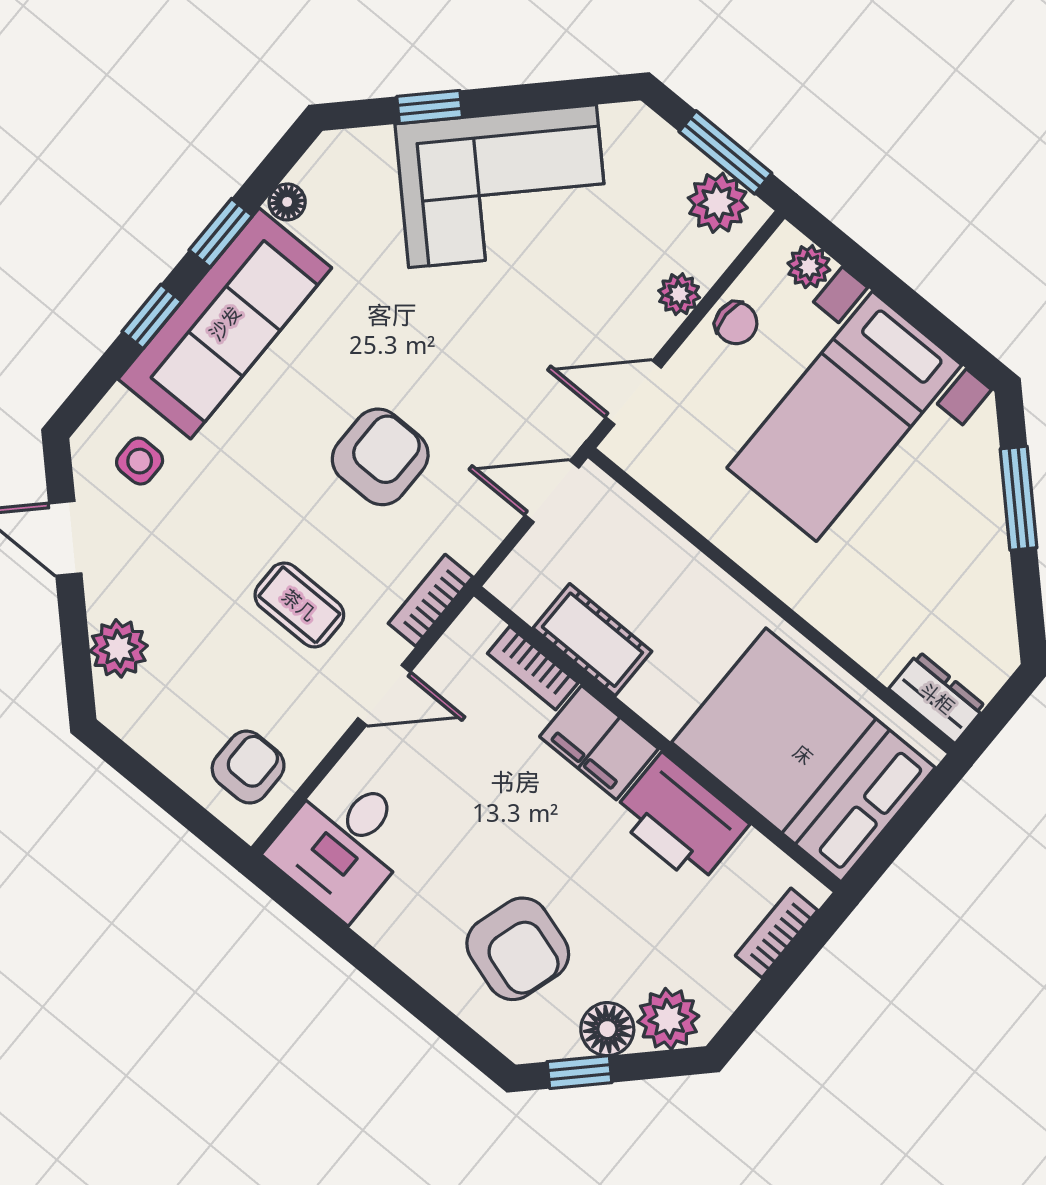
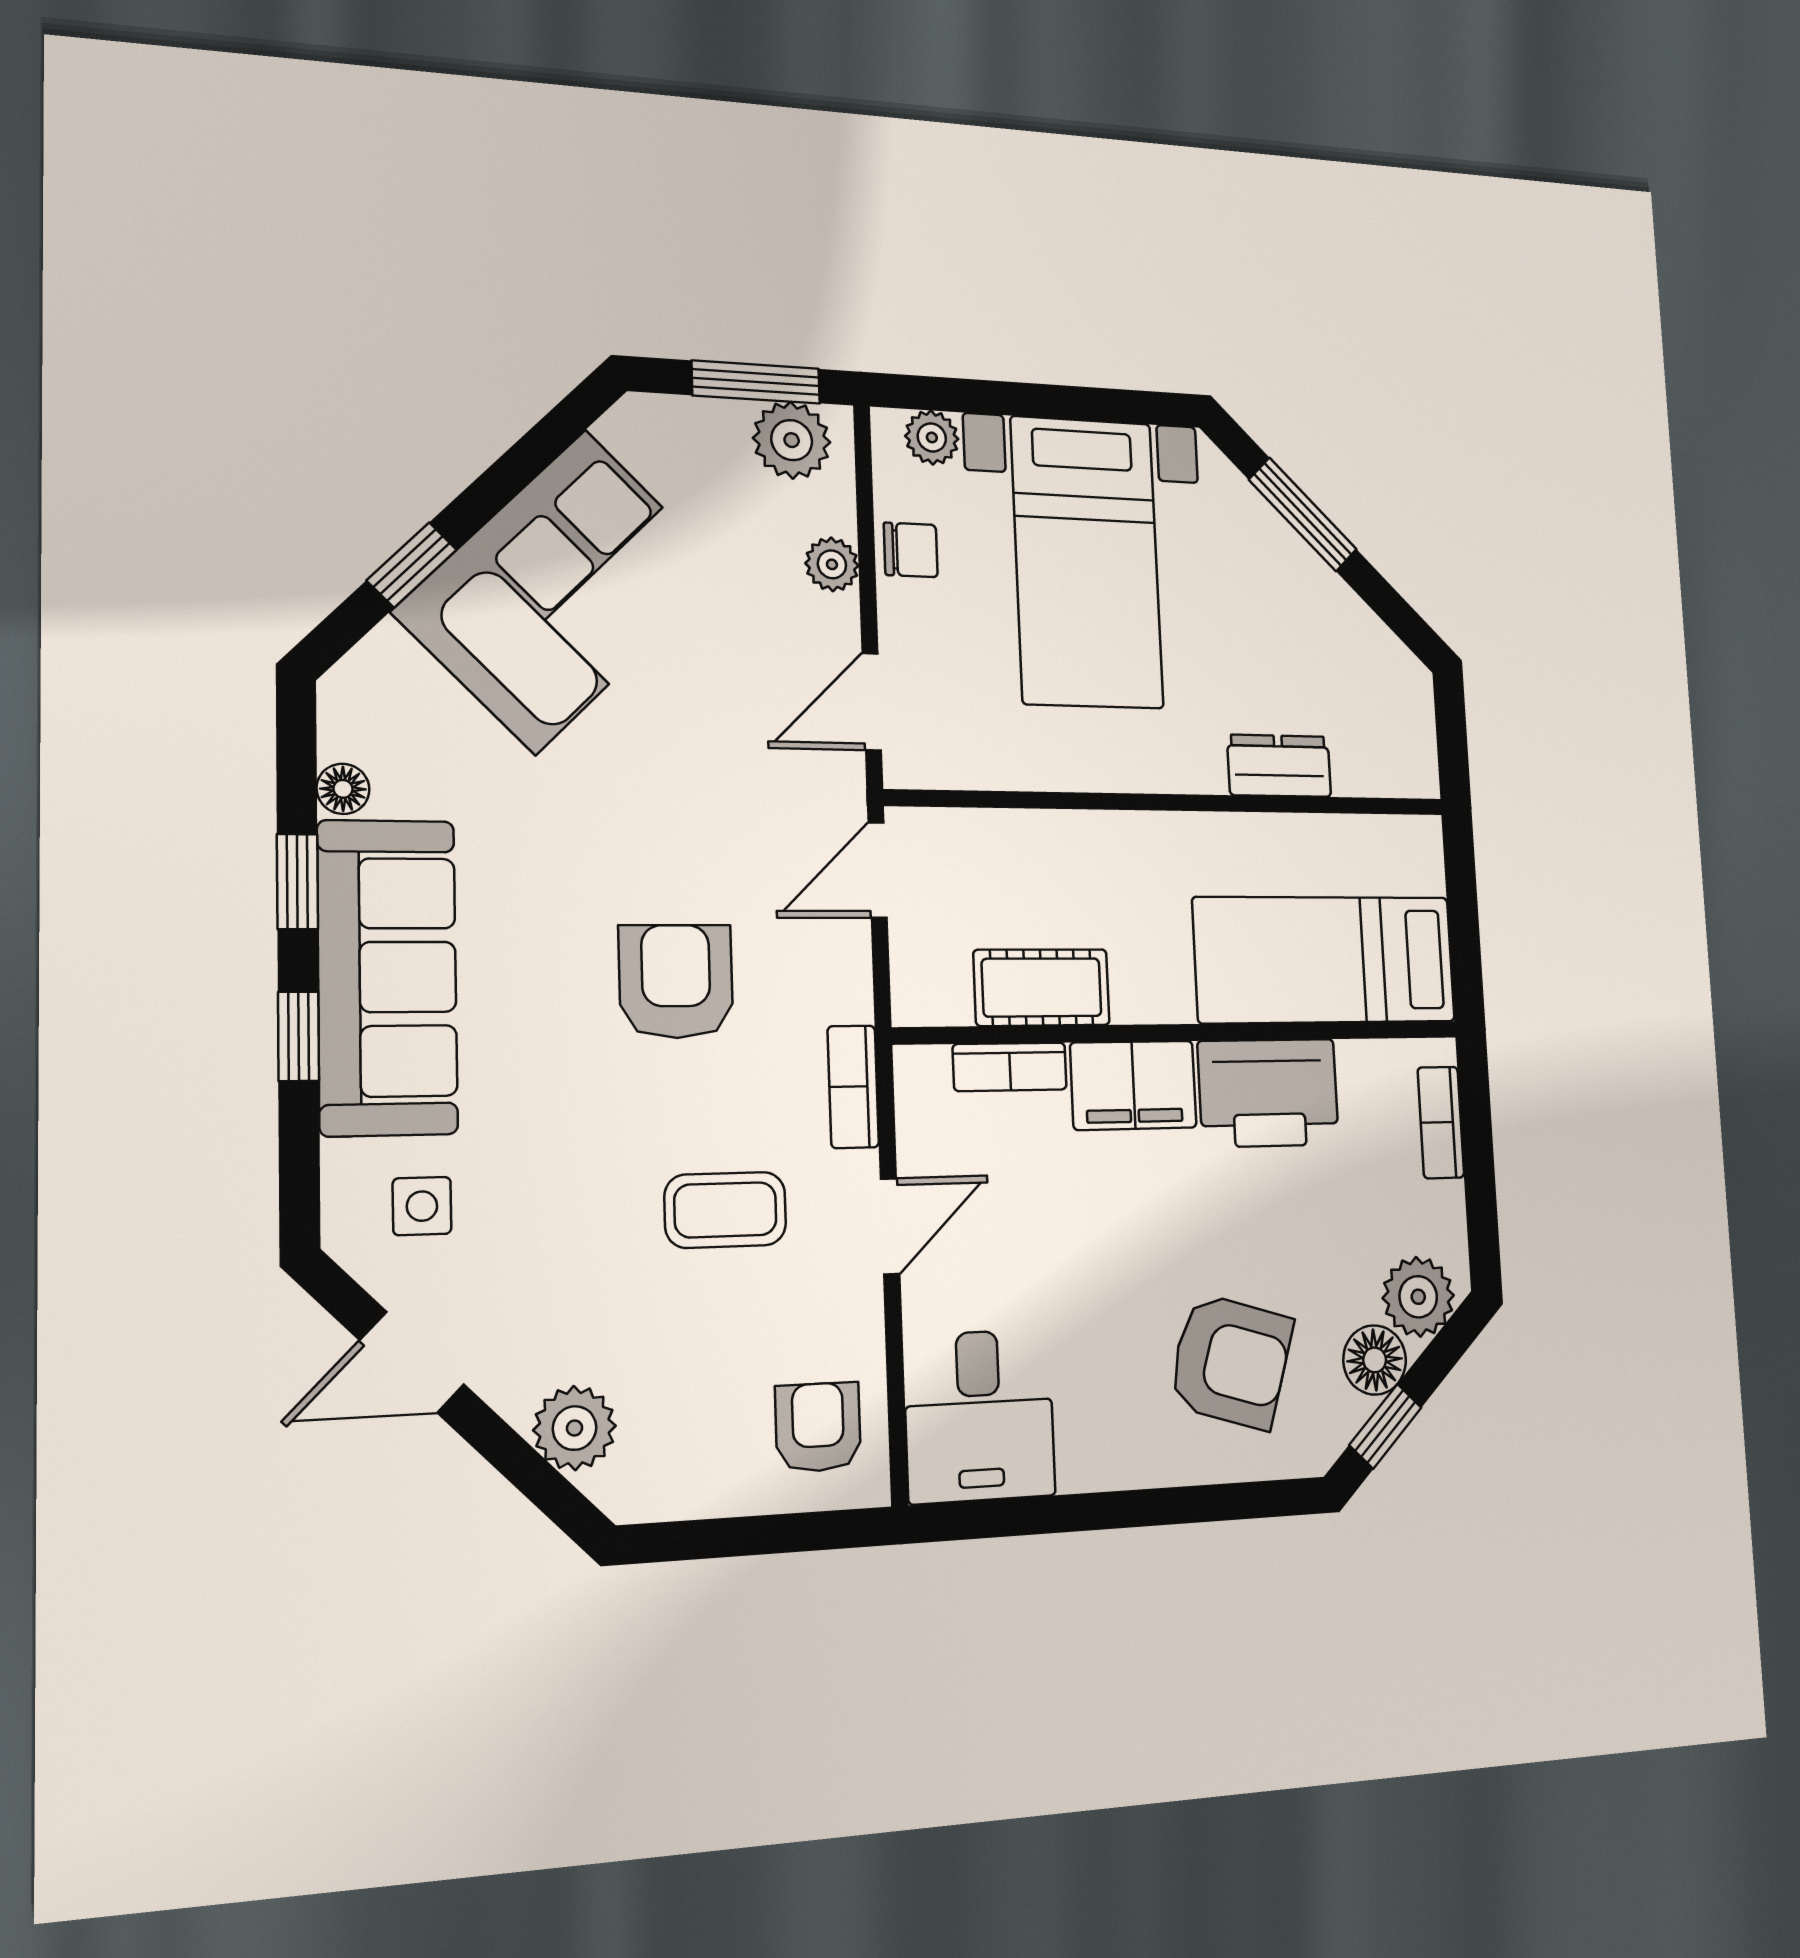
dresser: (937, 698) -> (1279, 766), moved
bed: (803, 755) -> (1325, 960), width x0.67

